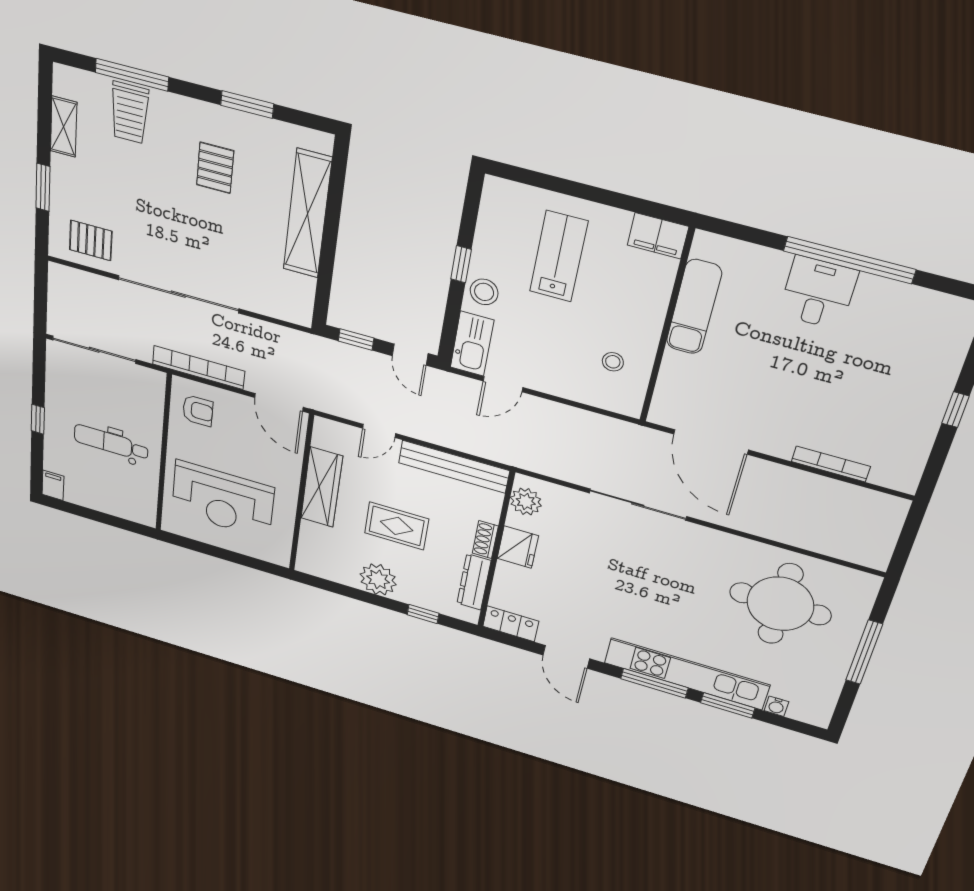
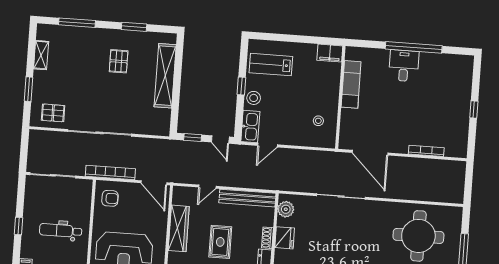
trolley: (130, 113) -> (75, 42), removed
lab bench: (559, 256) -> (271, 65), moved, turned -90
rug: (397, 526) -> (220, 242), turned 90

